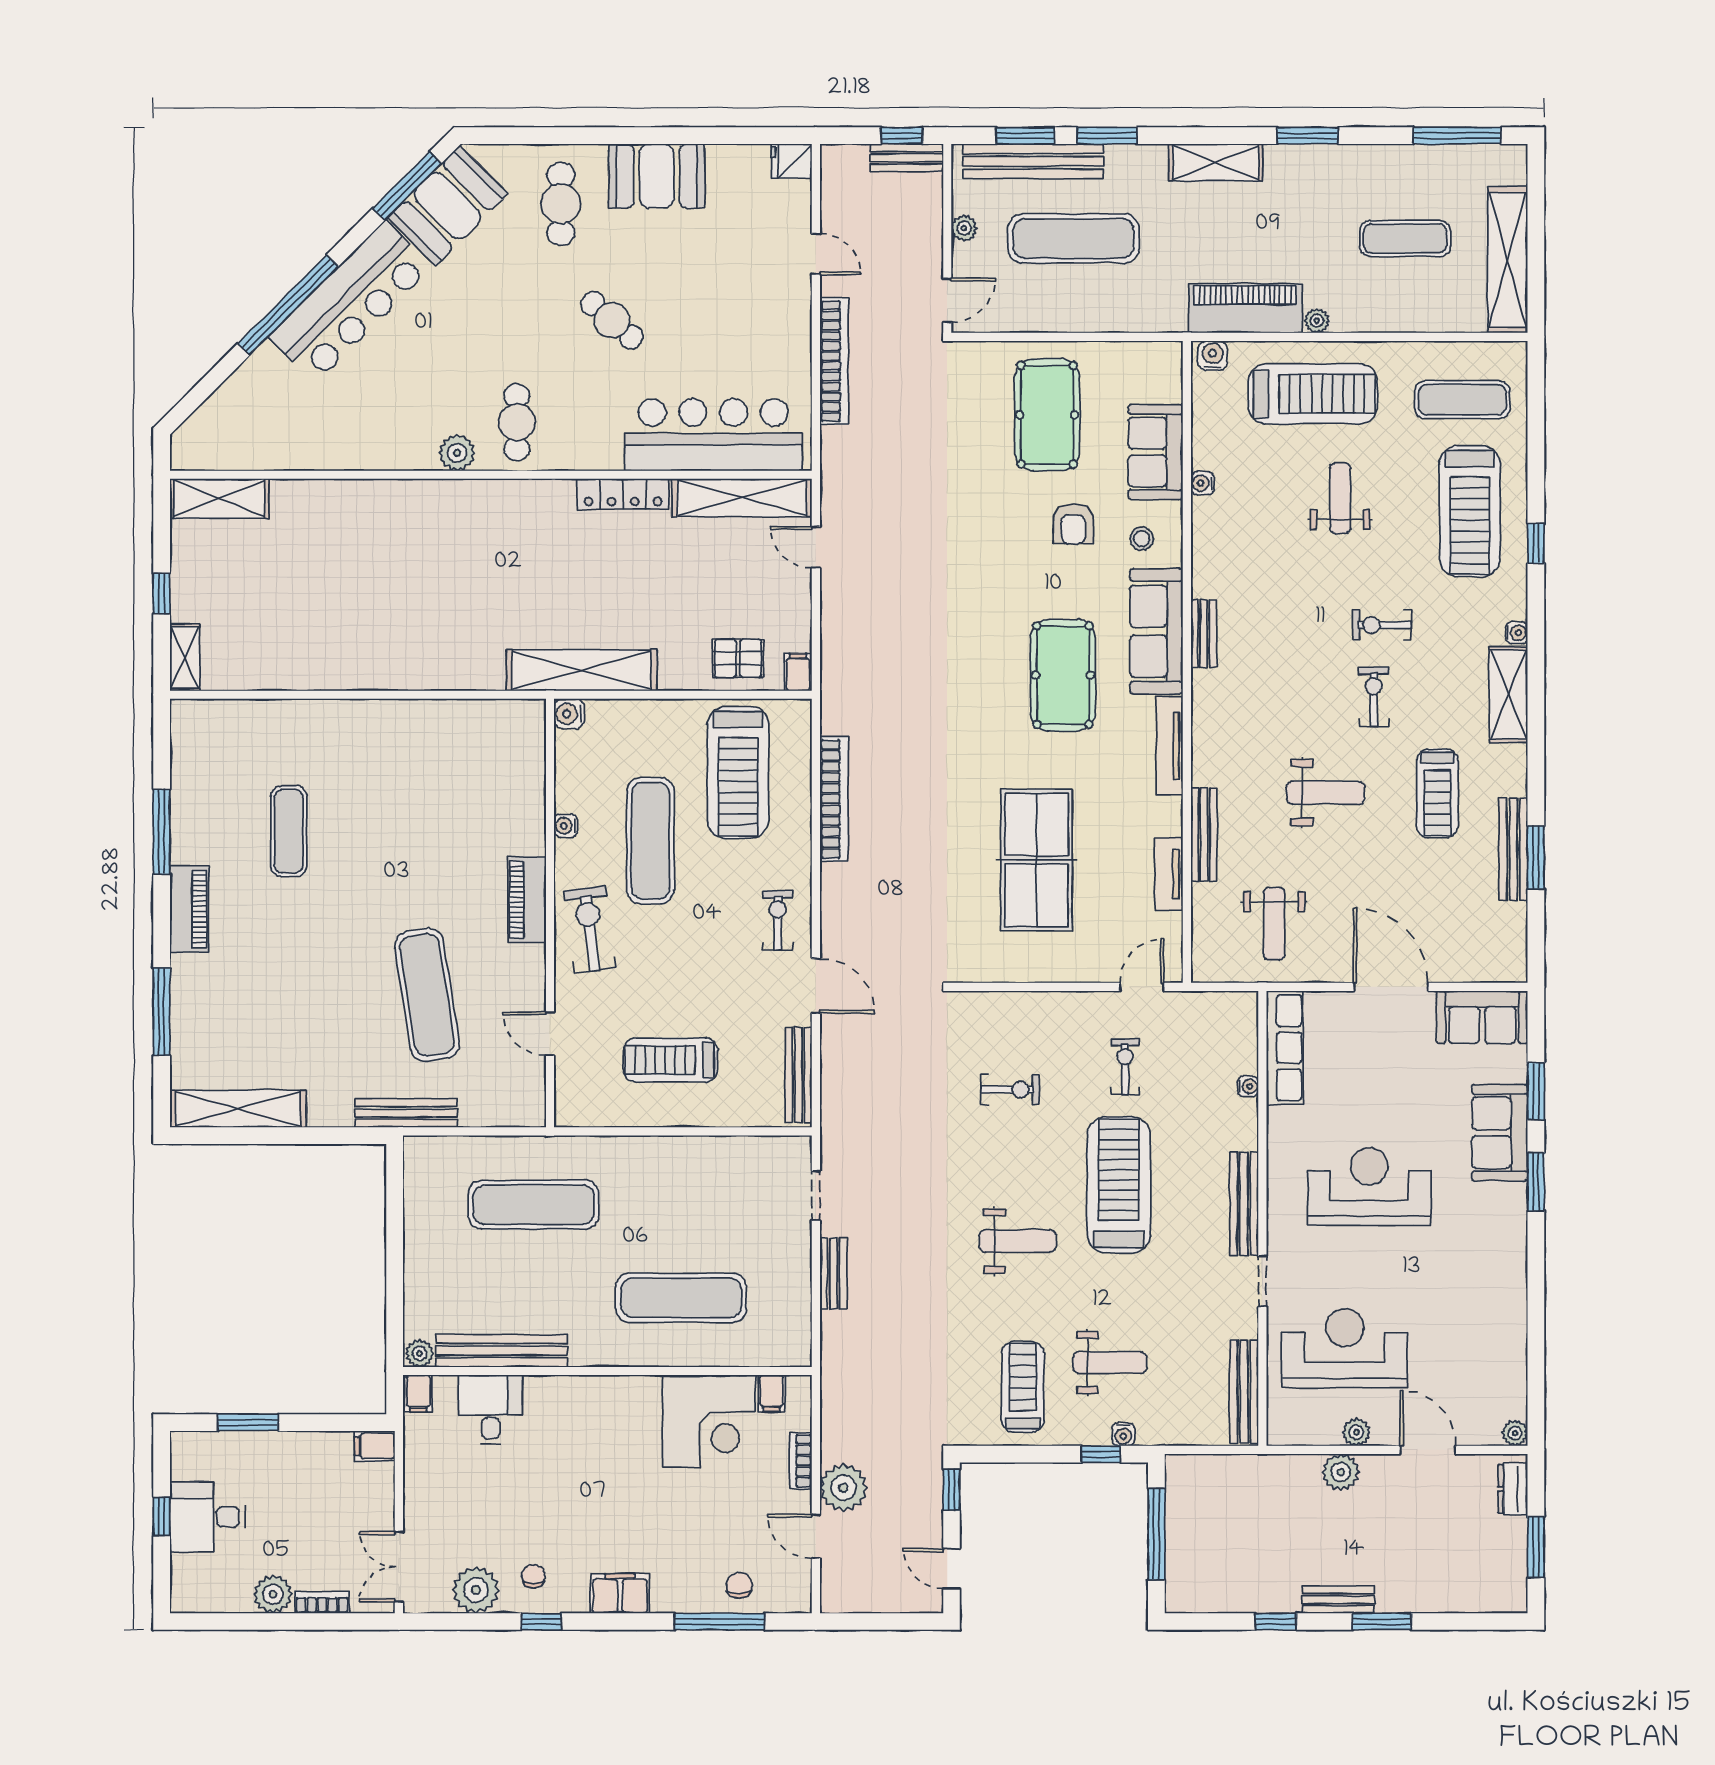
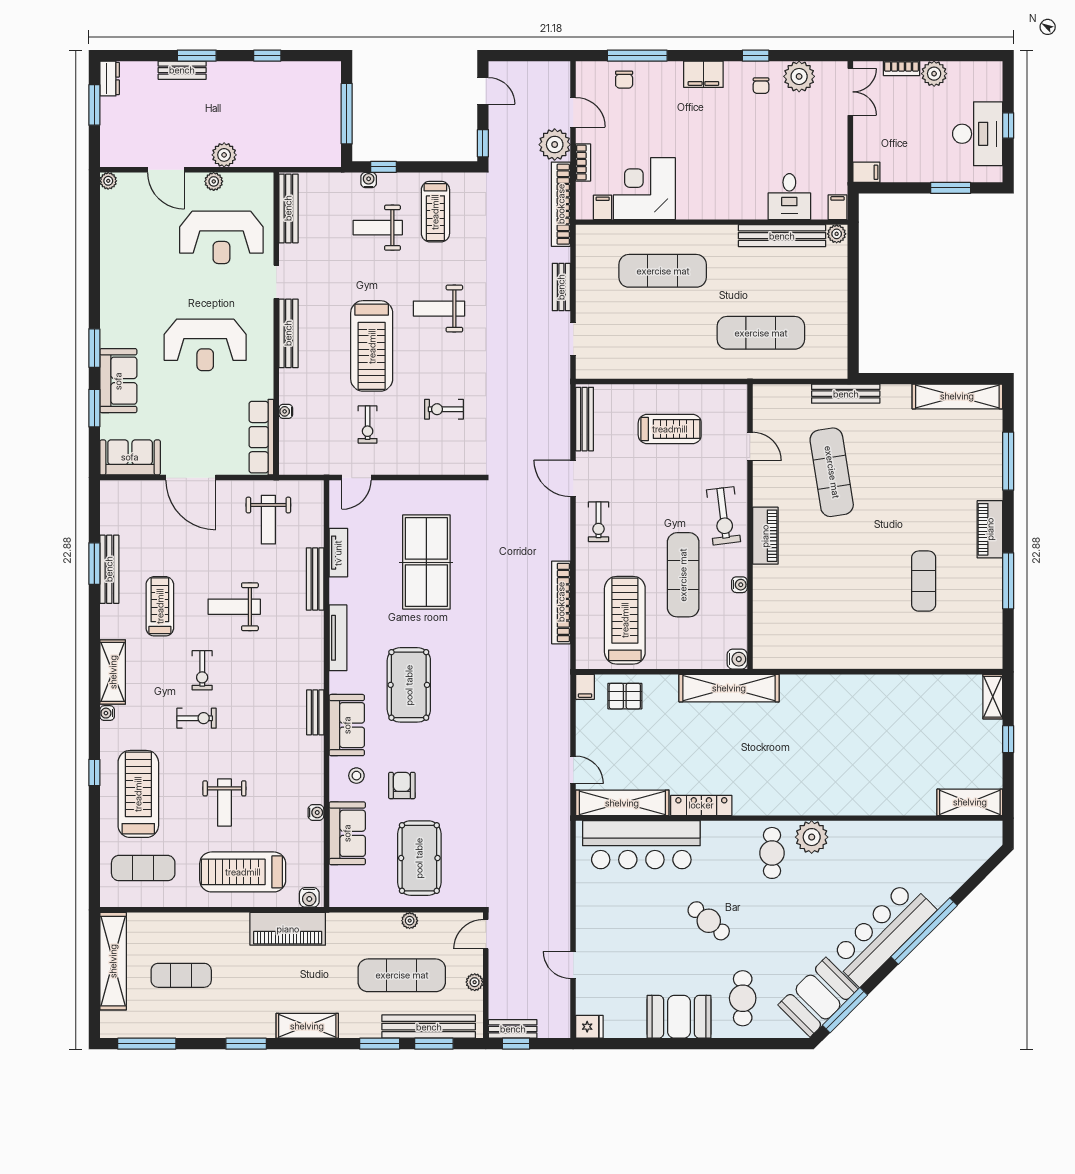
plant: (1317, 321) -> (410, 921), moved
bookcase: (834, 361) -> (561, 204), moved
plant: (457, 453) -> (812, 837), width x1.36, depth x1.36
sofa: (1156, 631) -> (347, 725), width x0.73
weight bench: (1274, 924) -> (268, 520), turned 180
dresser: (1513, 1489) -> (110, 78), moved
desk: (208, 1517) -> (978, 134), width x1.37
bench: (1338, 1600) -> (182, 70), moved

